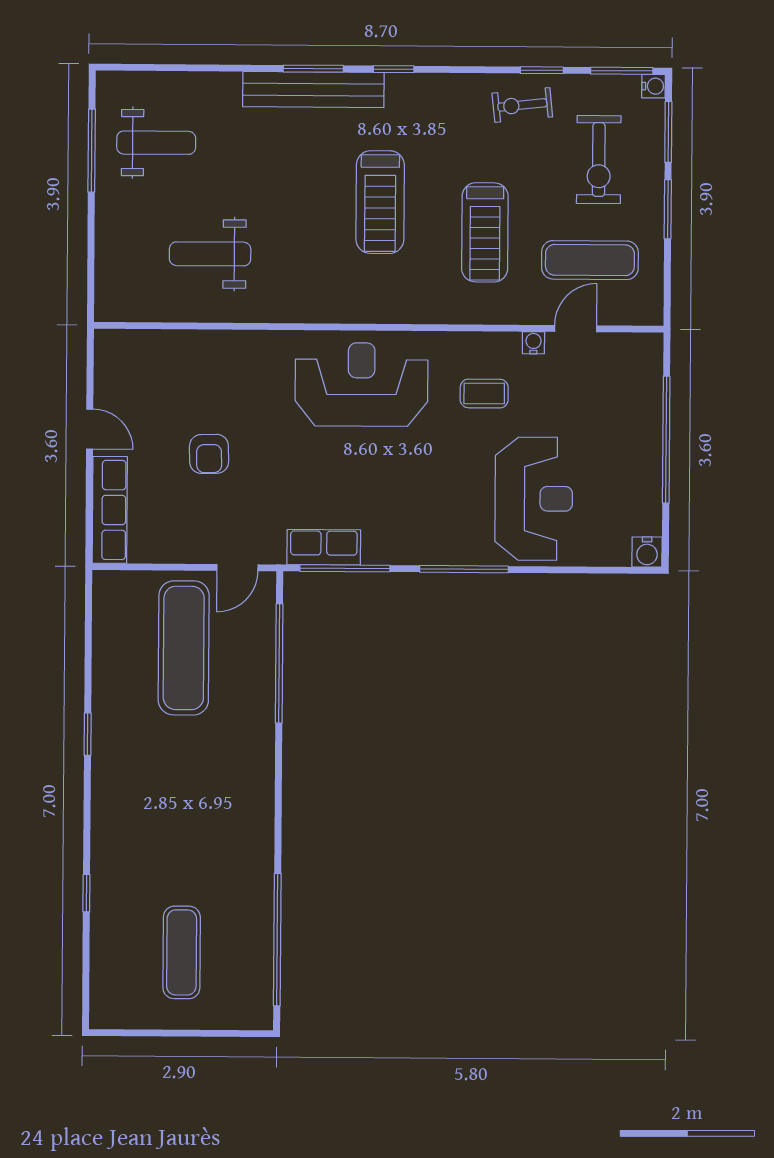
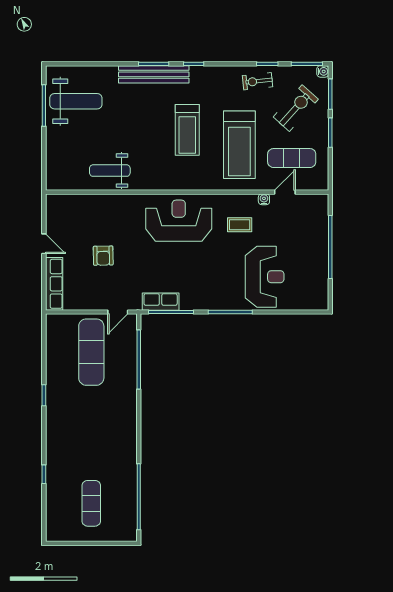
weight bench: (156, 143) -> (76, 101), width x1.36, depth x1.33
exercise bike: (599, 160) -> (296, 108), turned -138
treadmill: (485, 232) -> (239, 145), width x1.37, depth x1.38
weight bench: (210, 254) -> (110, 171), moved
water cooler: (647, 552) -> (321, 303), removed

